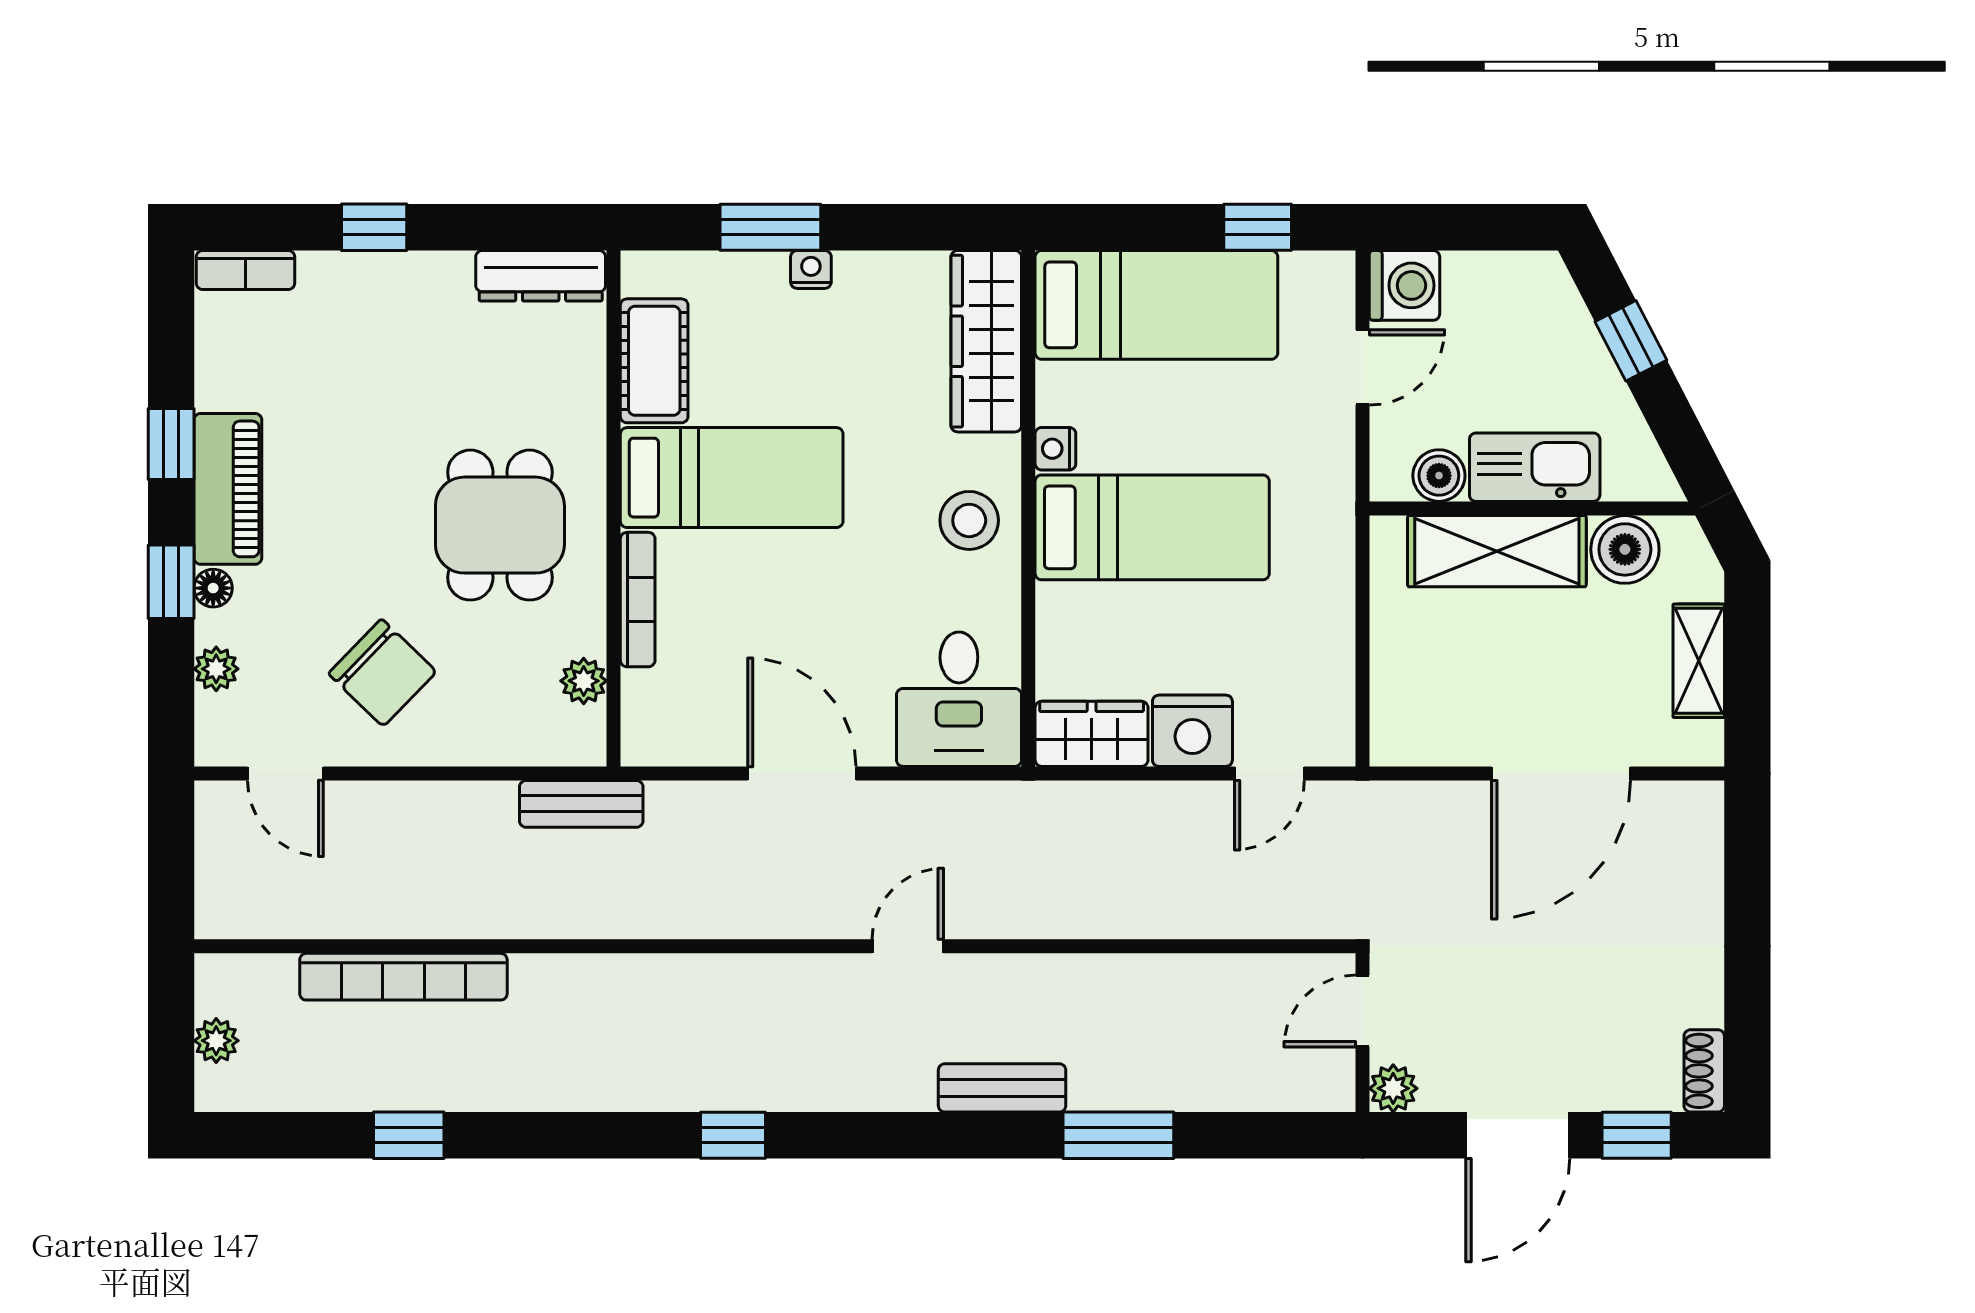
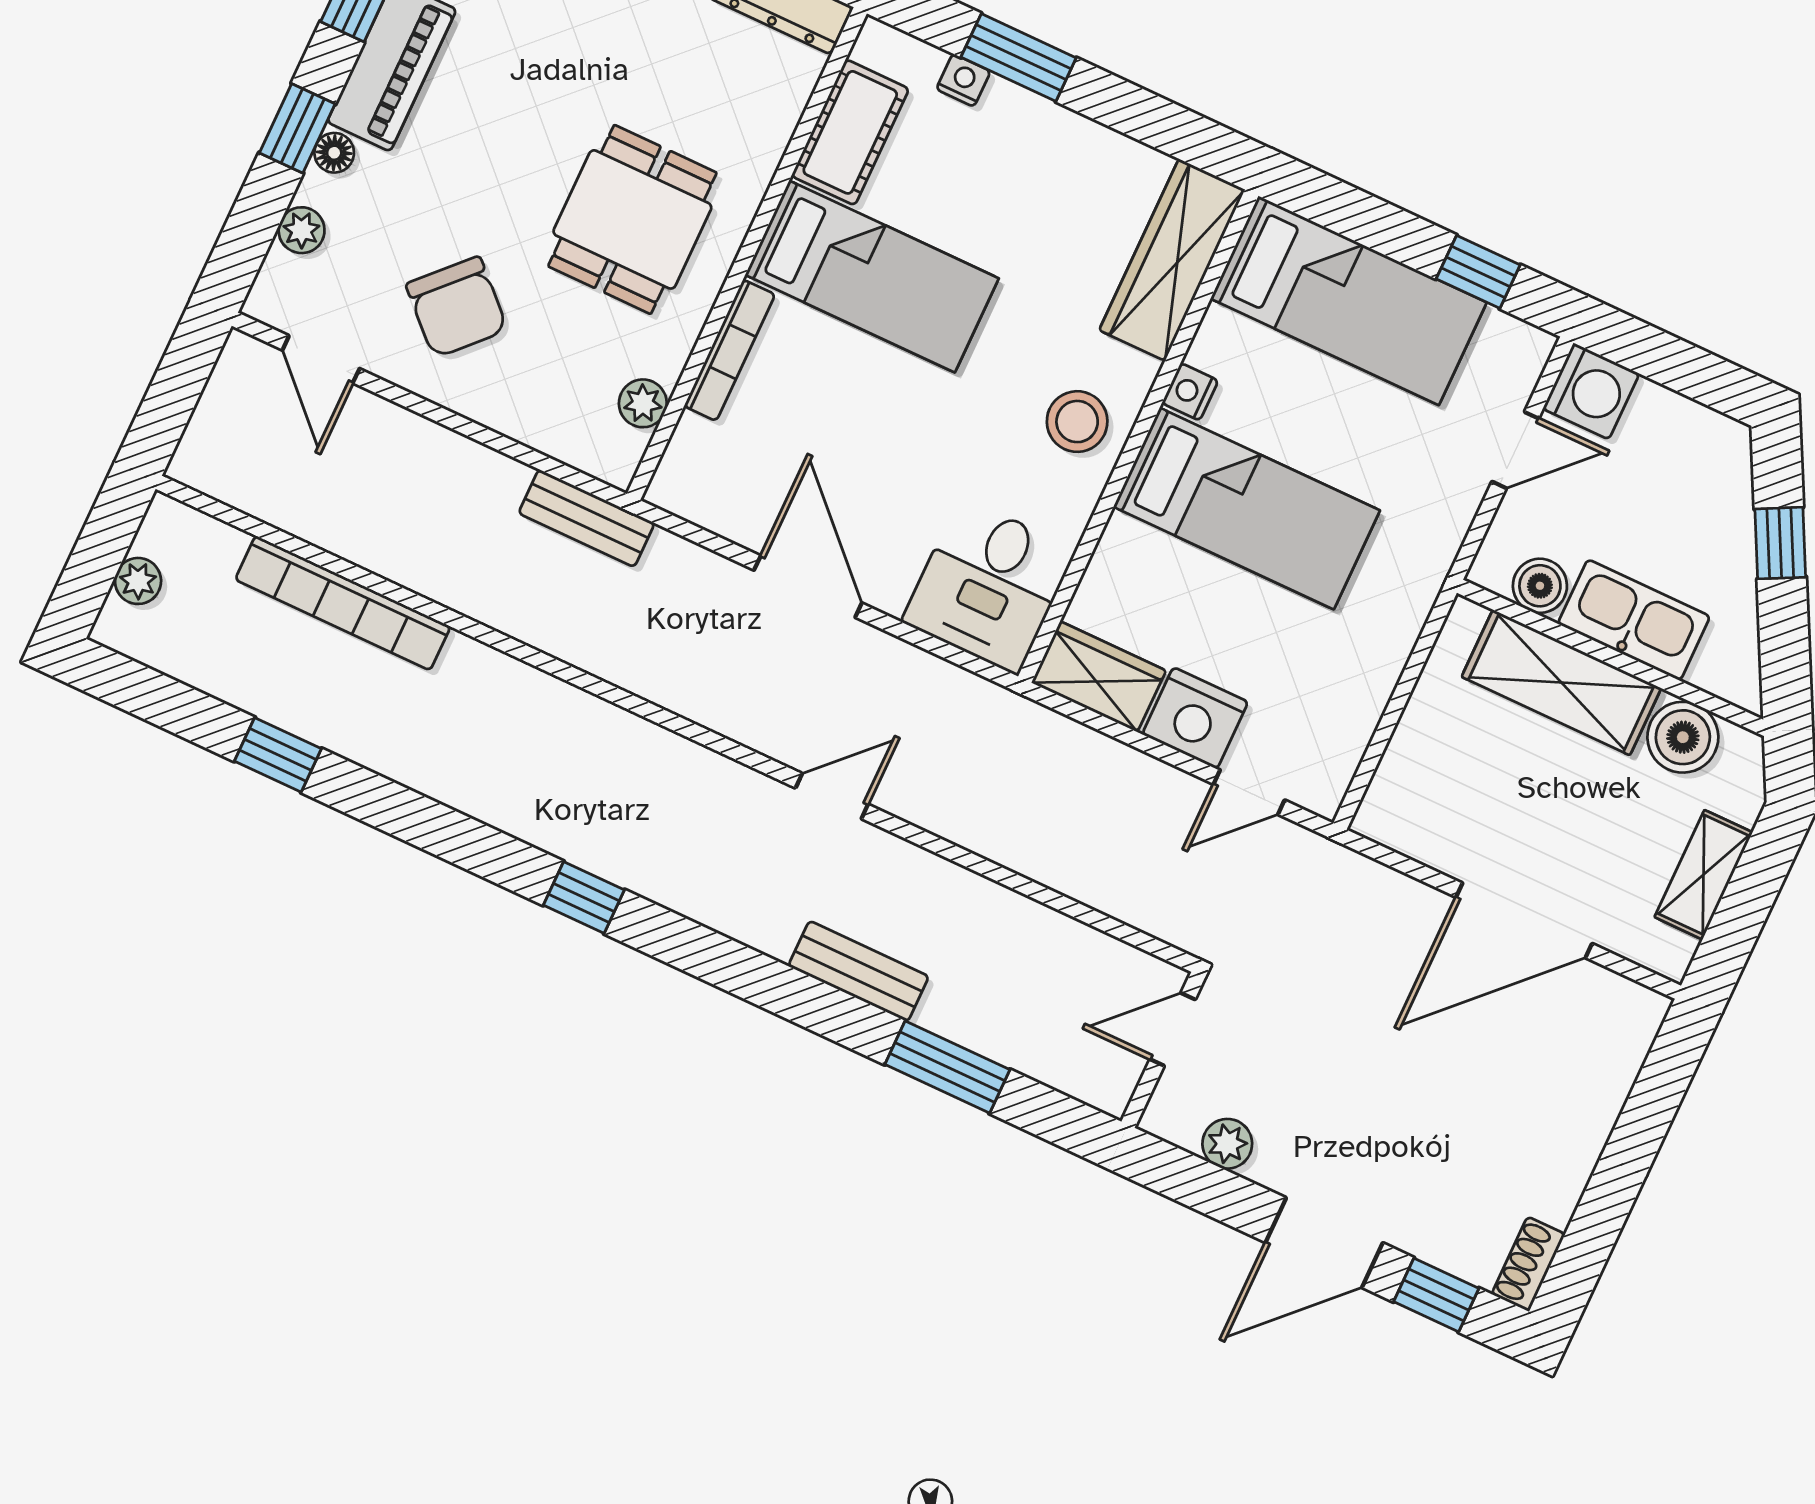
nightstand: (811, 269) -> (963, 80), moved
door: (1362, 1011) -> (1173, 1029), moved
wall: (1362, 1033) -> (1163, 1050), moved

